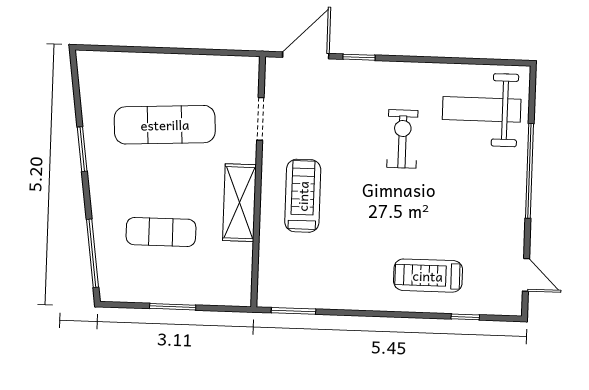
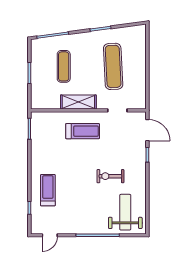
exercise bike: (402, 139) -> (110, 176), turned 180

